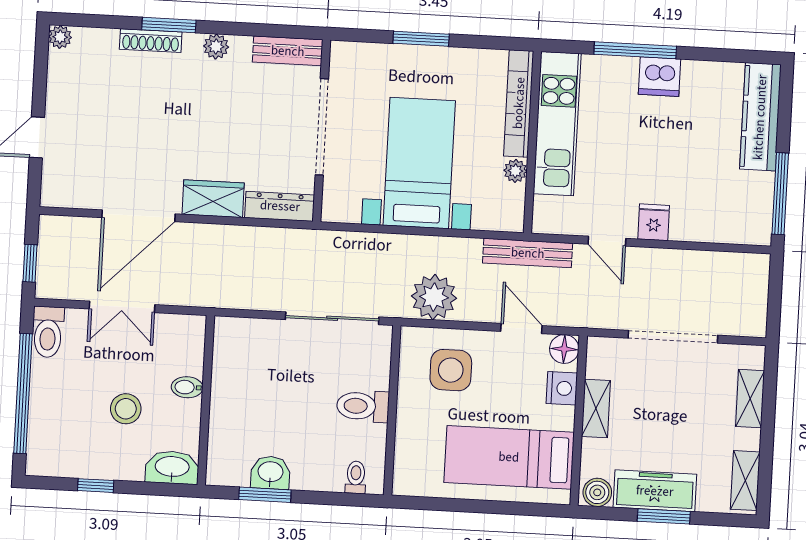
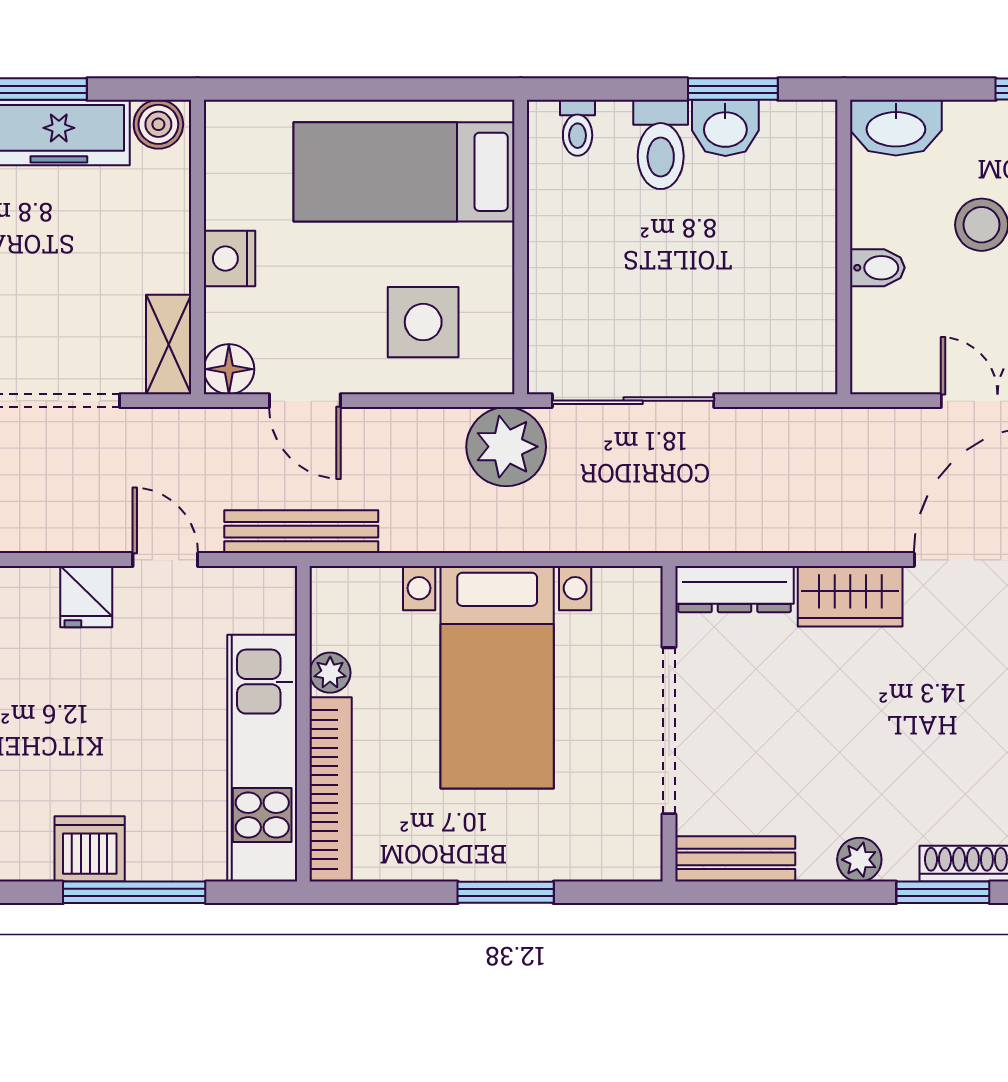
plant: (434, 297) -> (506, 447), moved
nightstand: (562, 388) -> (229, 258), moved
toilet: (363, 406) -> (661, 144), moved, turned 90
shelving: (596, 409) -> (169, 344), moved
bed: (509, 457) -> (404, 172), moved, turned 180

